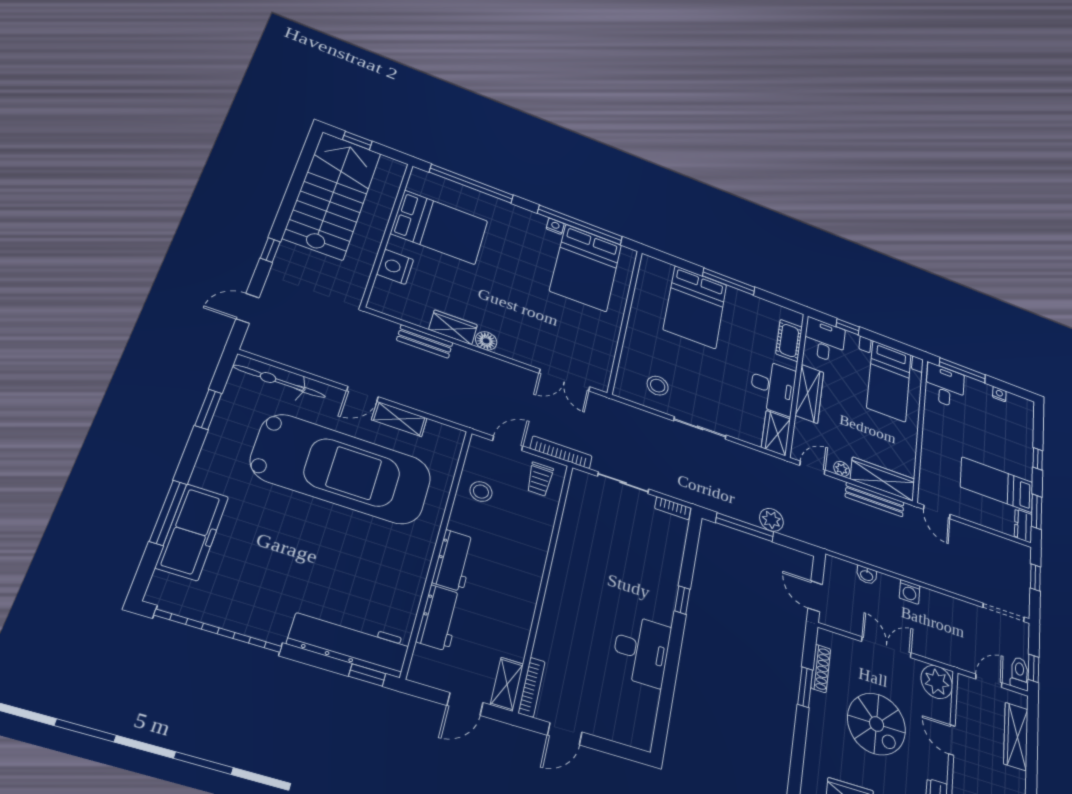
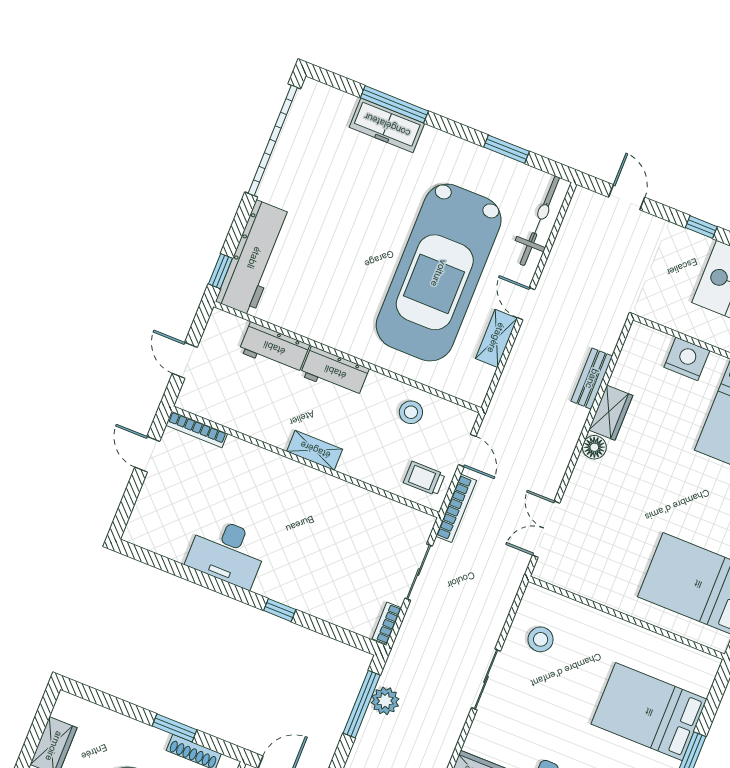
plant: (771, 520) -> (385, 701), moved
freezer: (192, 532) -> (387, 125), width x0.73, depth x0.79
shelving: (507, 684) -> (315, 450), moved

